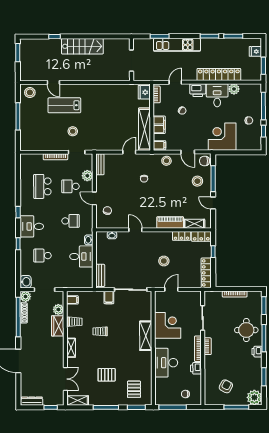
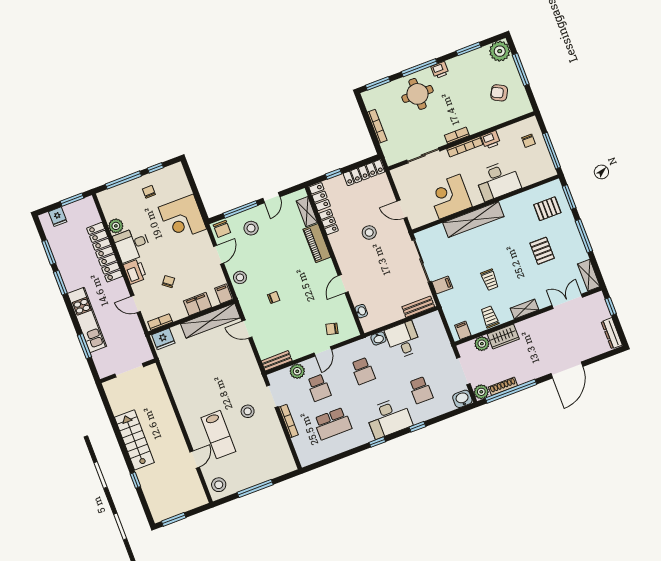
school desk: (71, 221) -> (363, 371), turned 180
desk: (32, 226) -> (389, 418), width x1.37
shelving: (146, 336) -> (473, 220), width x1.47

